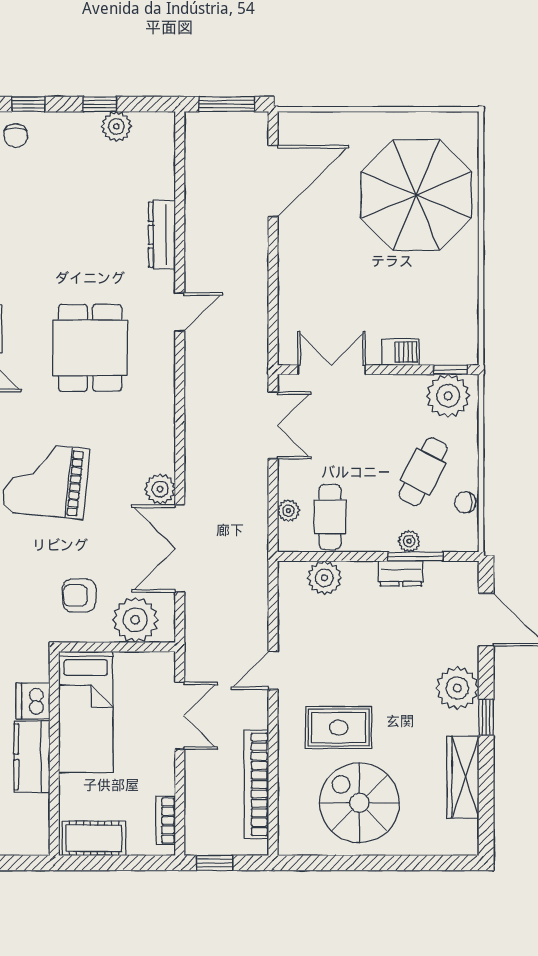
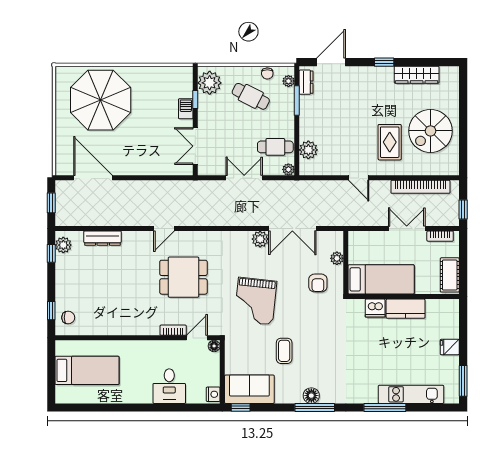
window: (100, 104) -> (51, 253), moved
window: (227, 104) -> (51, 203), width x0.67
plant: (116, 126) -> (63, 245), moved
dresser: (162, 235) -> (102, 238), moved
door: (180, 312) -> (164, 228), swing flipped
window: (450, 370) -> (195, 100), moved
double door: (273, 425) -> (244, 178), moved
plant: (288, 511) -> (288, 169), moved
plant: (409, 541) -> (288, 81), moved
dresser: (401, 574) -> (306, 82), moved
plant: (135, 620) -> (337, 258), width x0.53, depth x0.53
plant: (457, 688) -> (368, 78), removed
double door: (180, 716) -> (407, 228), moved

